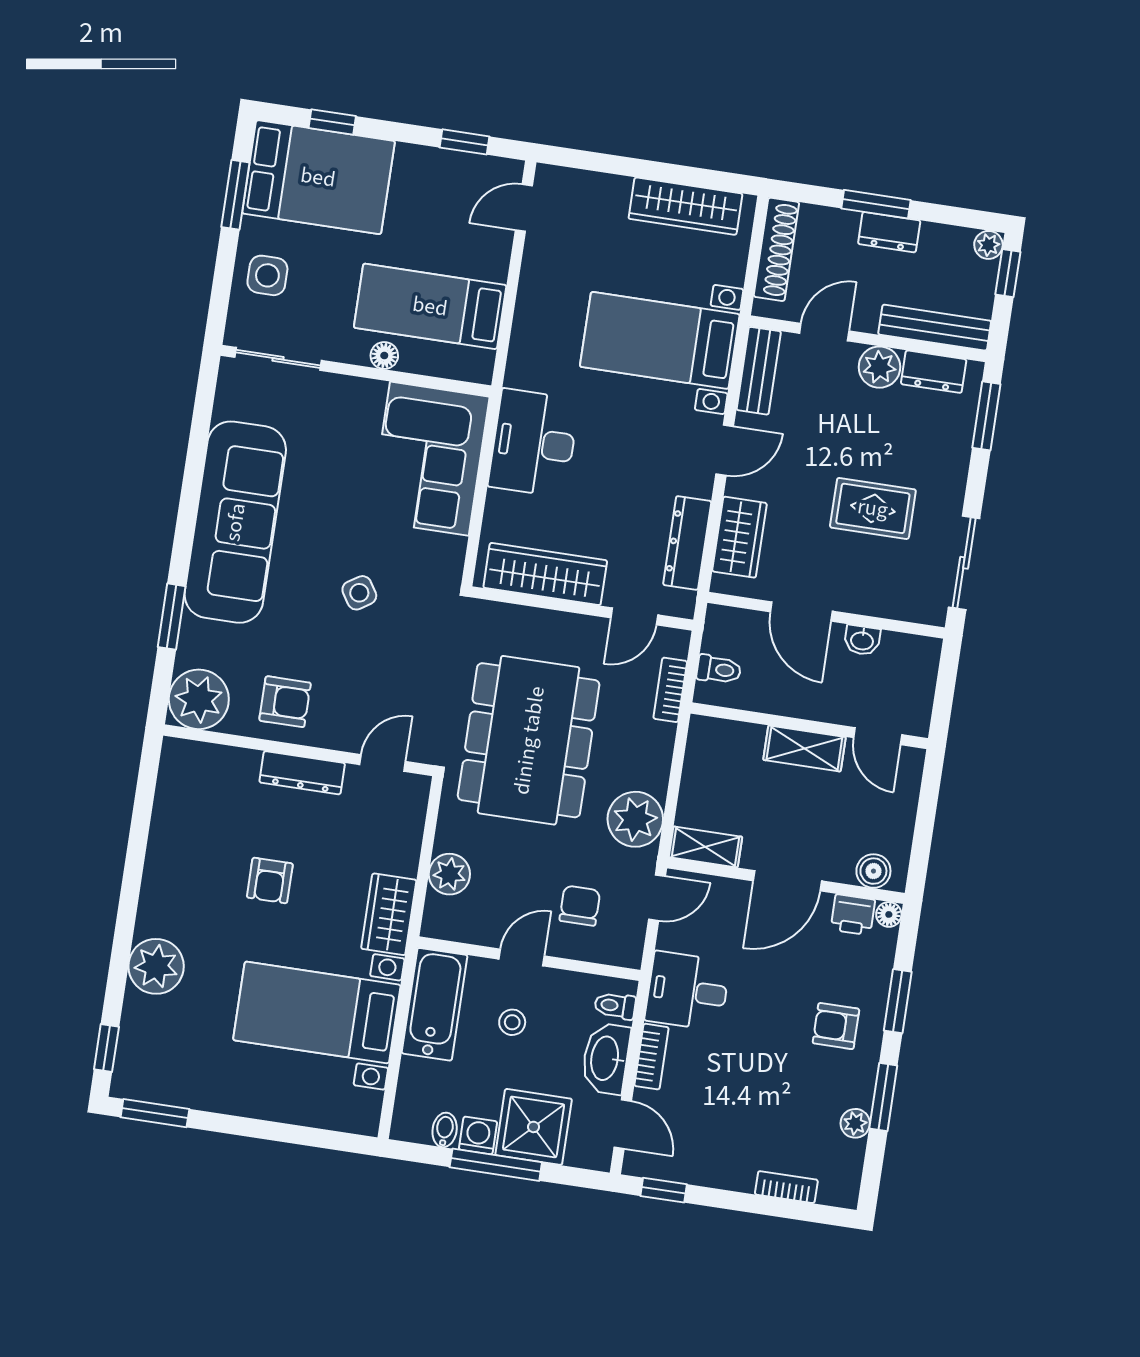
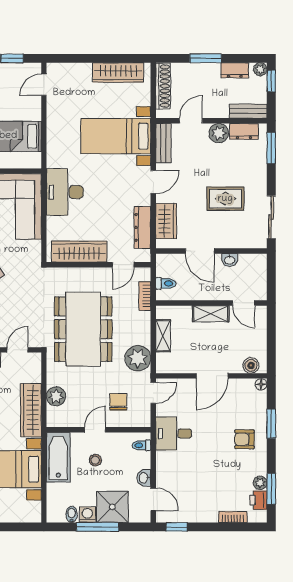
dresser: (889, 232) -> (235, 70), moved
bench: (935, 328) -> (248, 111), width x0.73
shelving: (705, 847) -> (163, 336), moved, turned 90
wardrobe: (389, 914) -> (31, 410), width x1.50
printer: (853, 915) -> (258, 500), moved, turned 90
bookcase: (651, 1057) -> (162, 466), removed
washbasin: (606, 1058) -> (144, 478), width x0.52, depth x0.69
window: (883, 1097) -> (271, 489), moved

